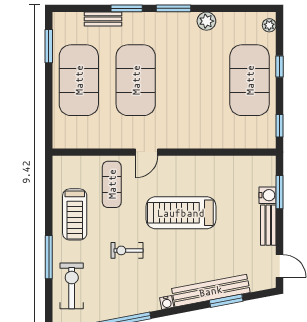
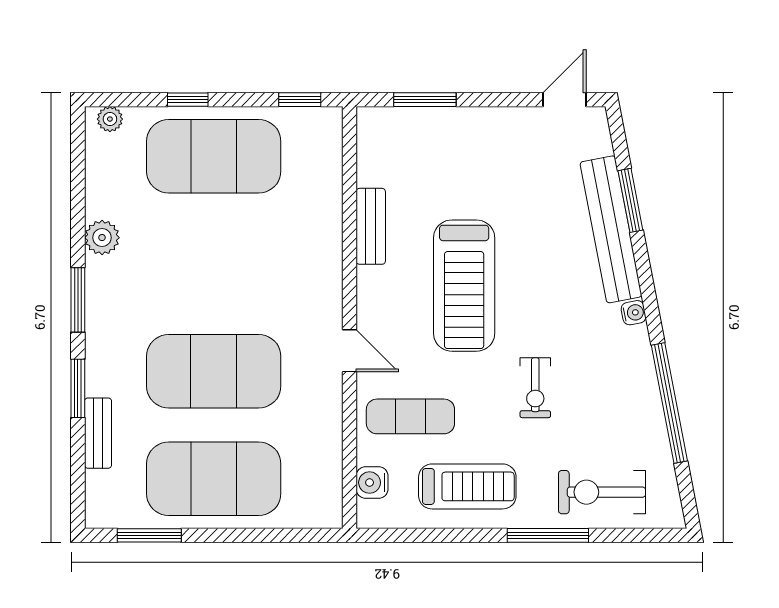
water cooler: (268, 195) -> (372, 483), moved, turned -90
bench: (268, 225) -> (371, 226), moved, turned 90

